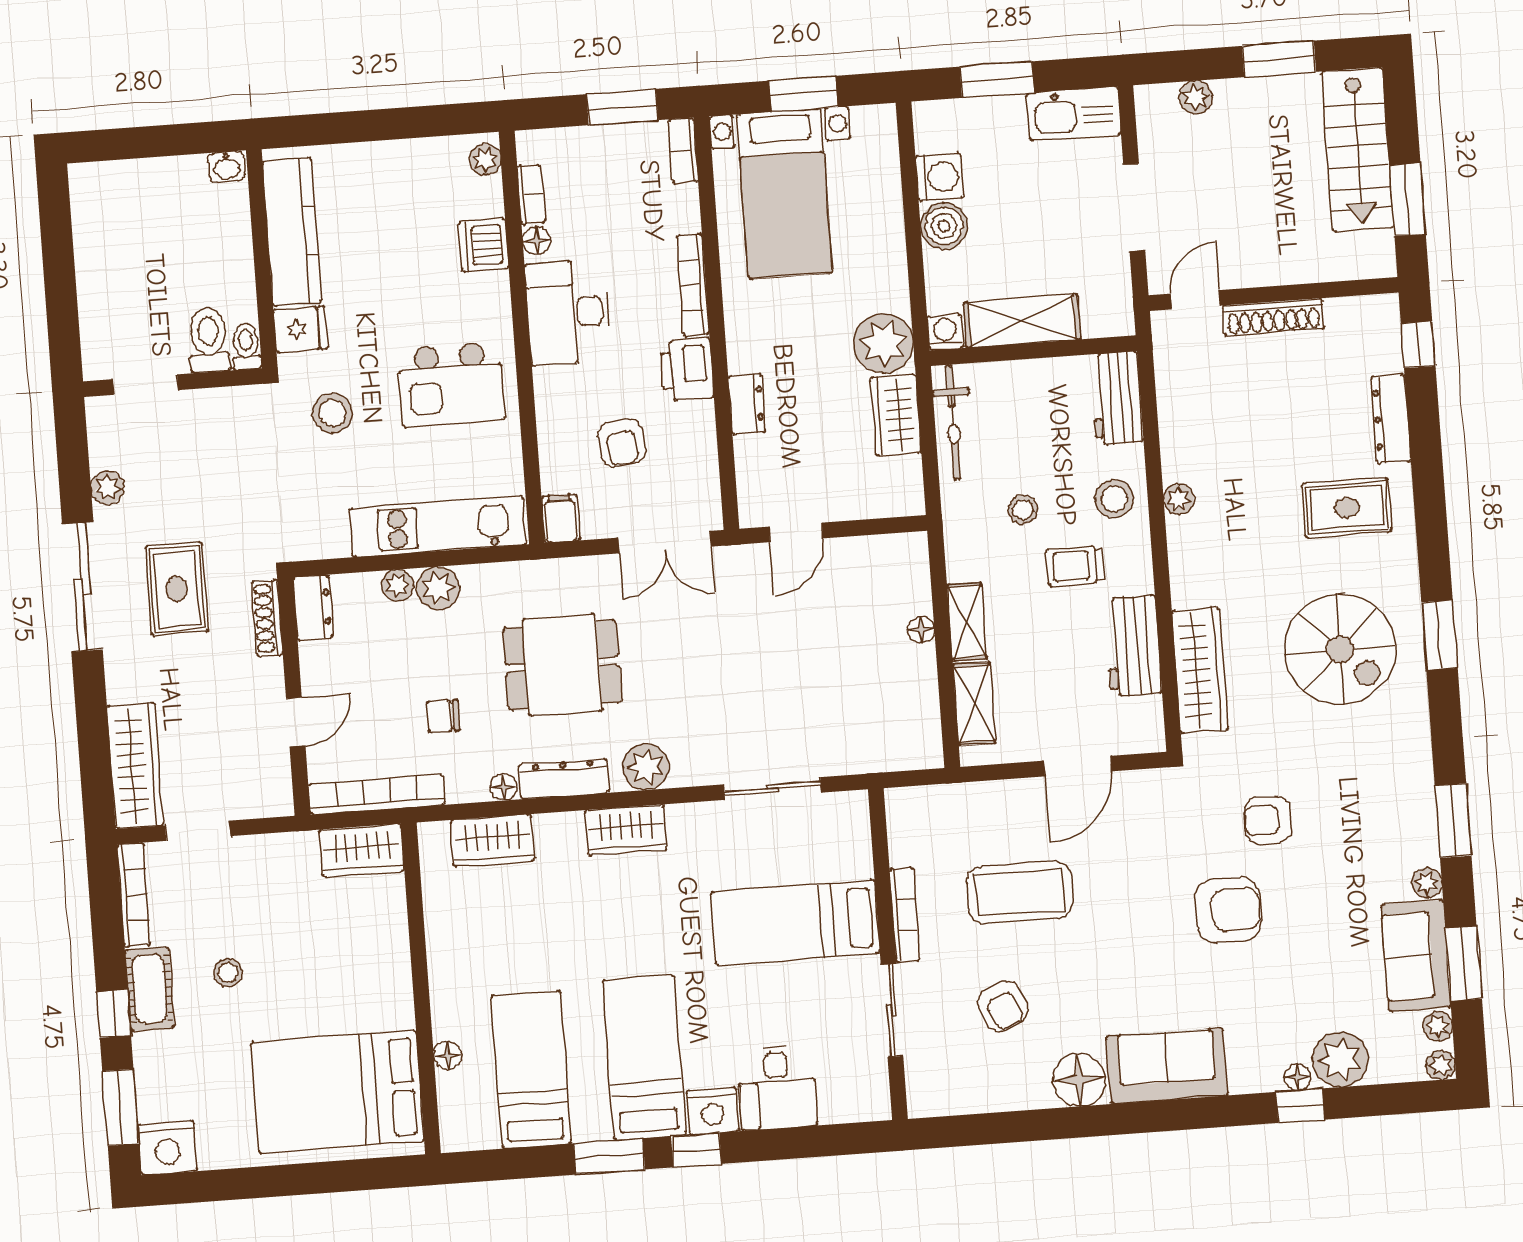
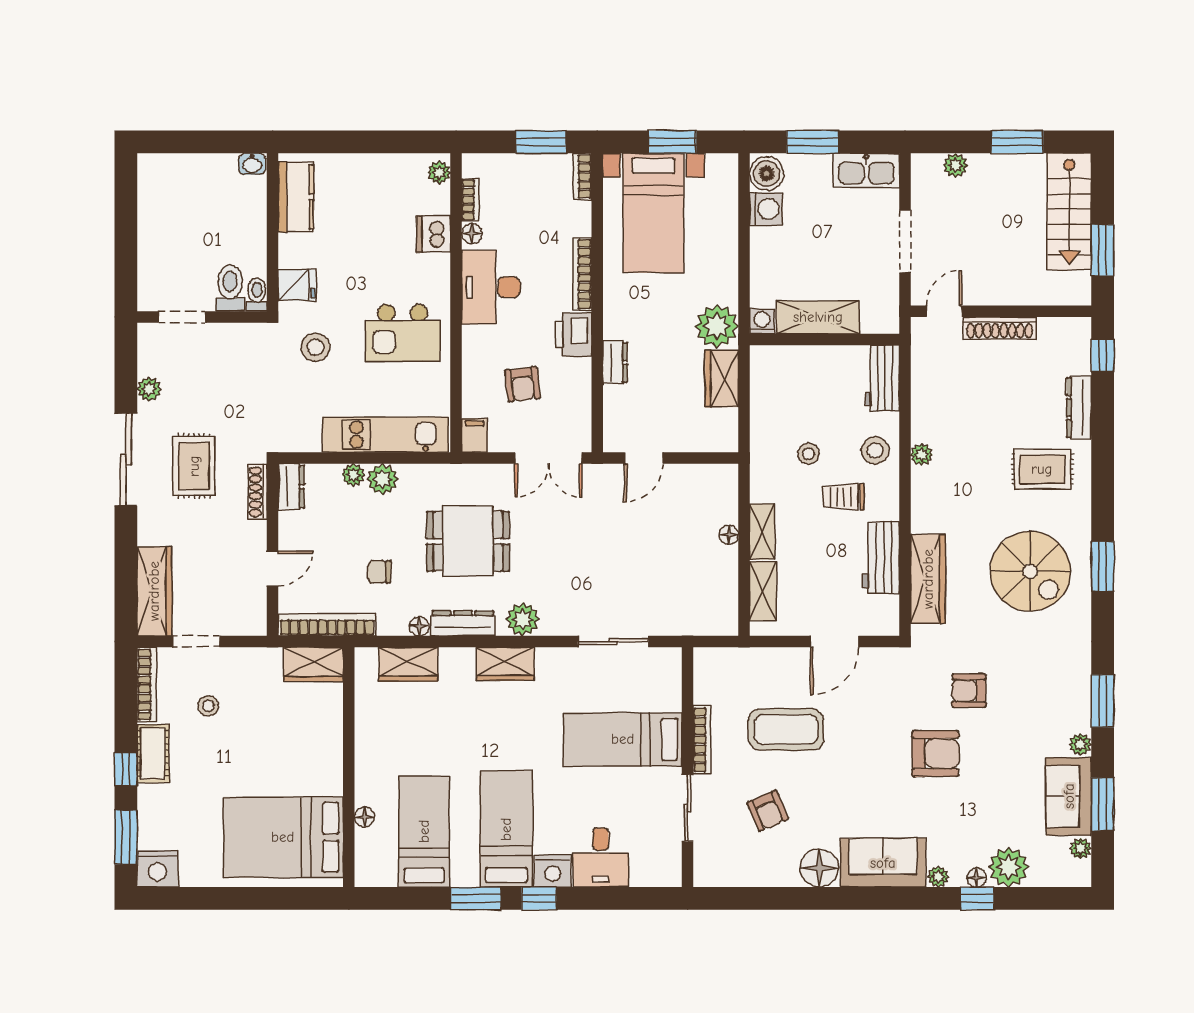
boiler: (944, 226) -> (767, 174), moved
kitchen counter: (292, 232) -> (296, 197), width x0.67
bicycle: (953, 423) -> (763, 387), removed
stool: (228, 973) -> (208, 706), moved
plant: (1441, 1065) -> (938, 877), moved

